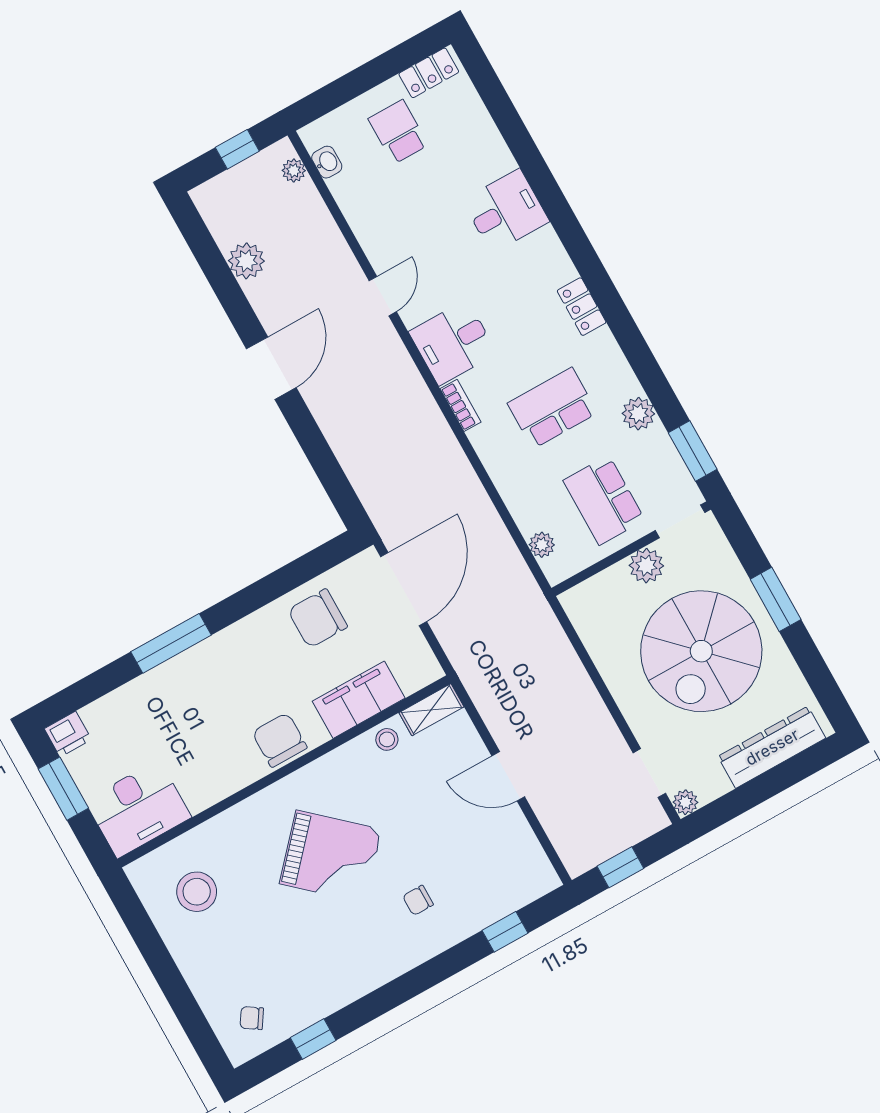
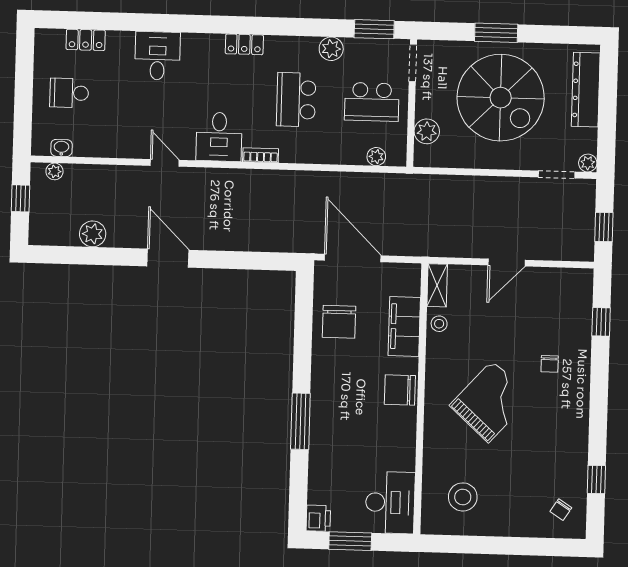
locker: (429, 73) -> (86, 40), moved, turned 90
plant: (646, 566) -> (427, 131), moved

